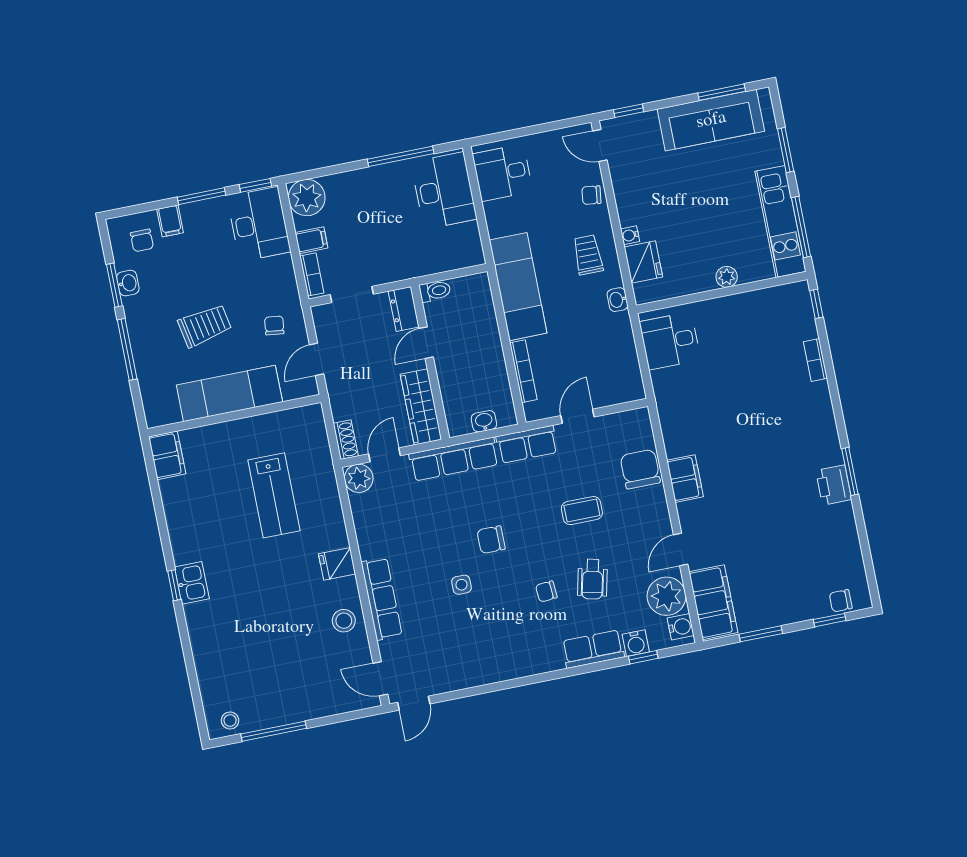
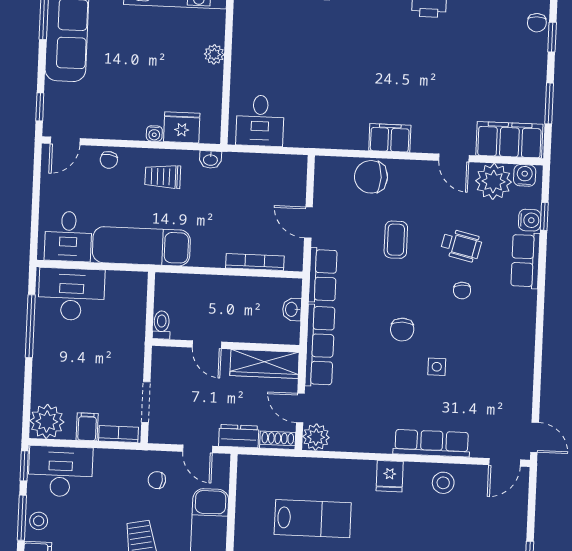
stool: (202, 214) -> (39, 521), added
exam couch: (518, 287) -> (141, 246), moved
dresser: (404, 309) -> (239, 436), moved, turned 180

